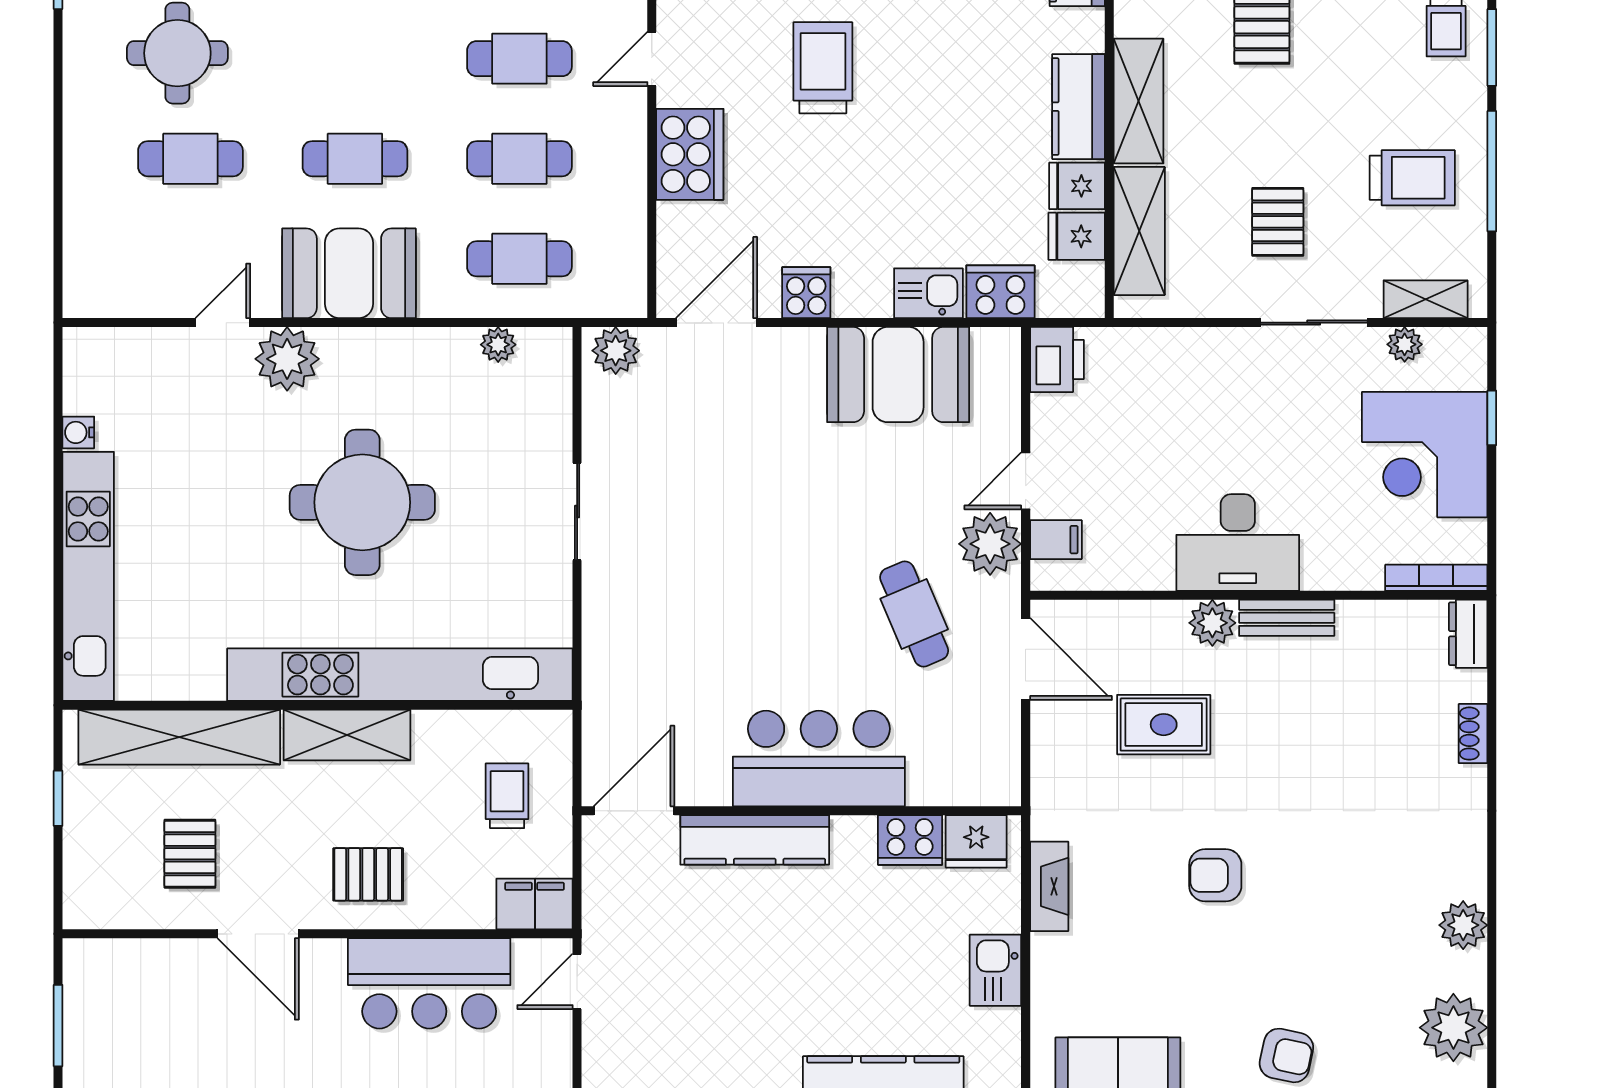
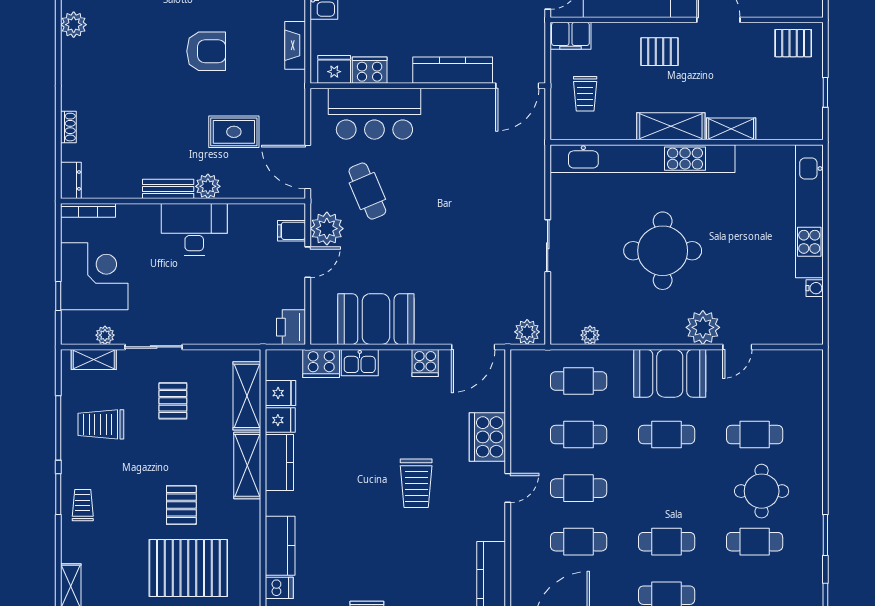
shelving: (179, 737) -> (731, 129), width x0.45, depth x0.75
bar counter: (819, 758) -> (374, 114), moved
pallet: (190, 854) -> (793, 43), moved, turned 90
armchair: (1215, 875) -> (206, 51), width x1.38, depth x1.38

